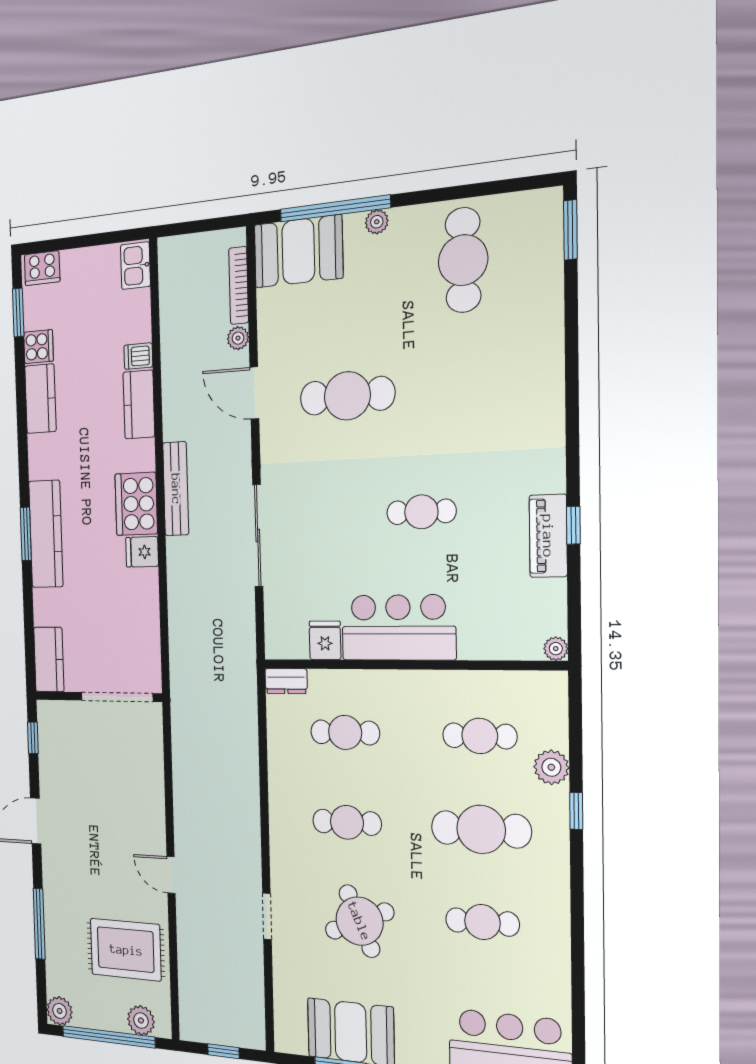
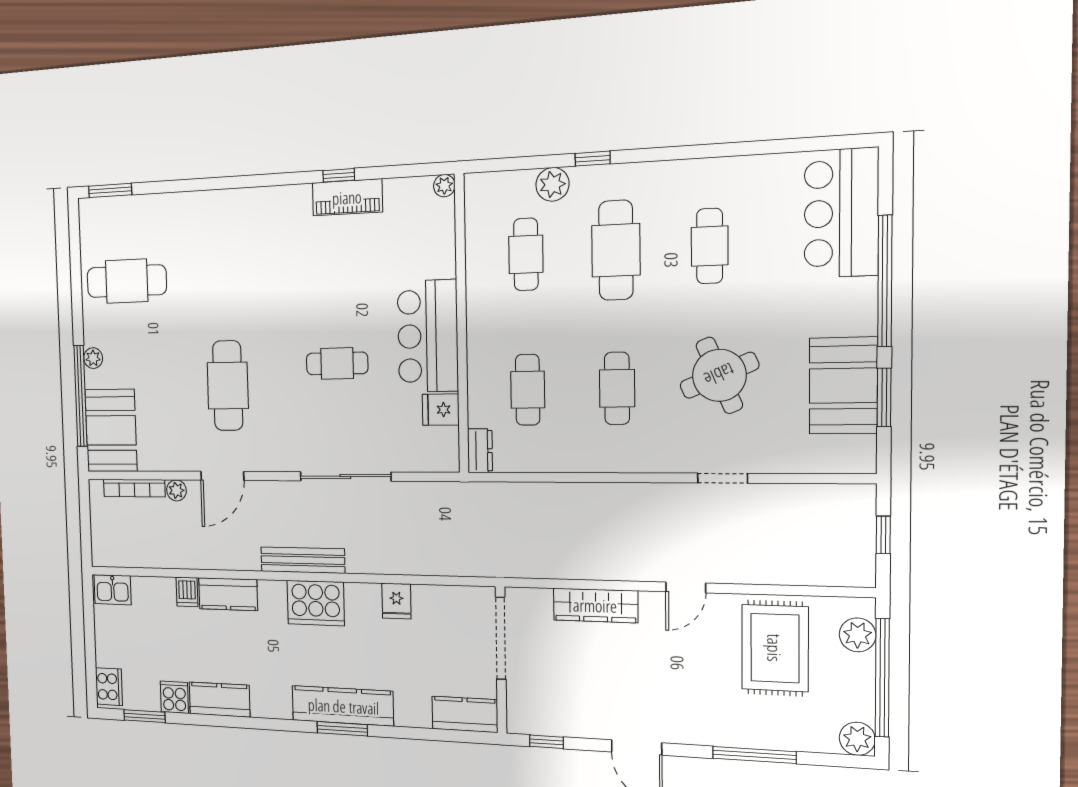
cafe table: (421, 512) -> (337, 363), moved, turned 90
fridge: (142, 552) -> (396, 601), moved
wardrobe: (151, 790) -> (595, 605), added

